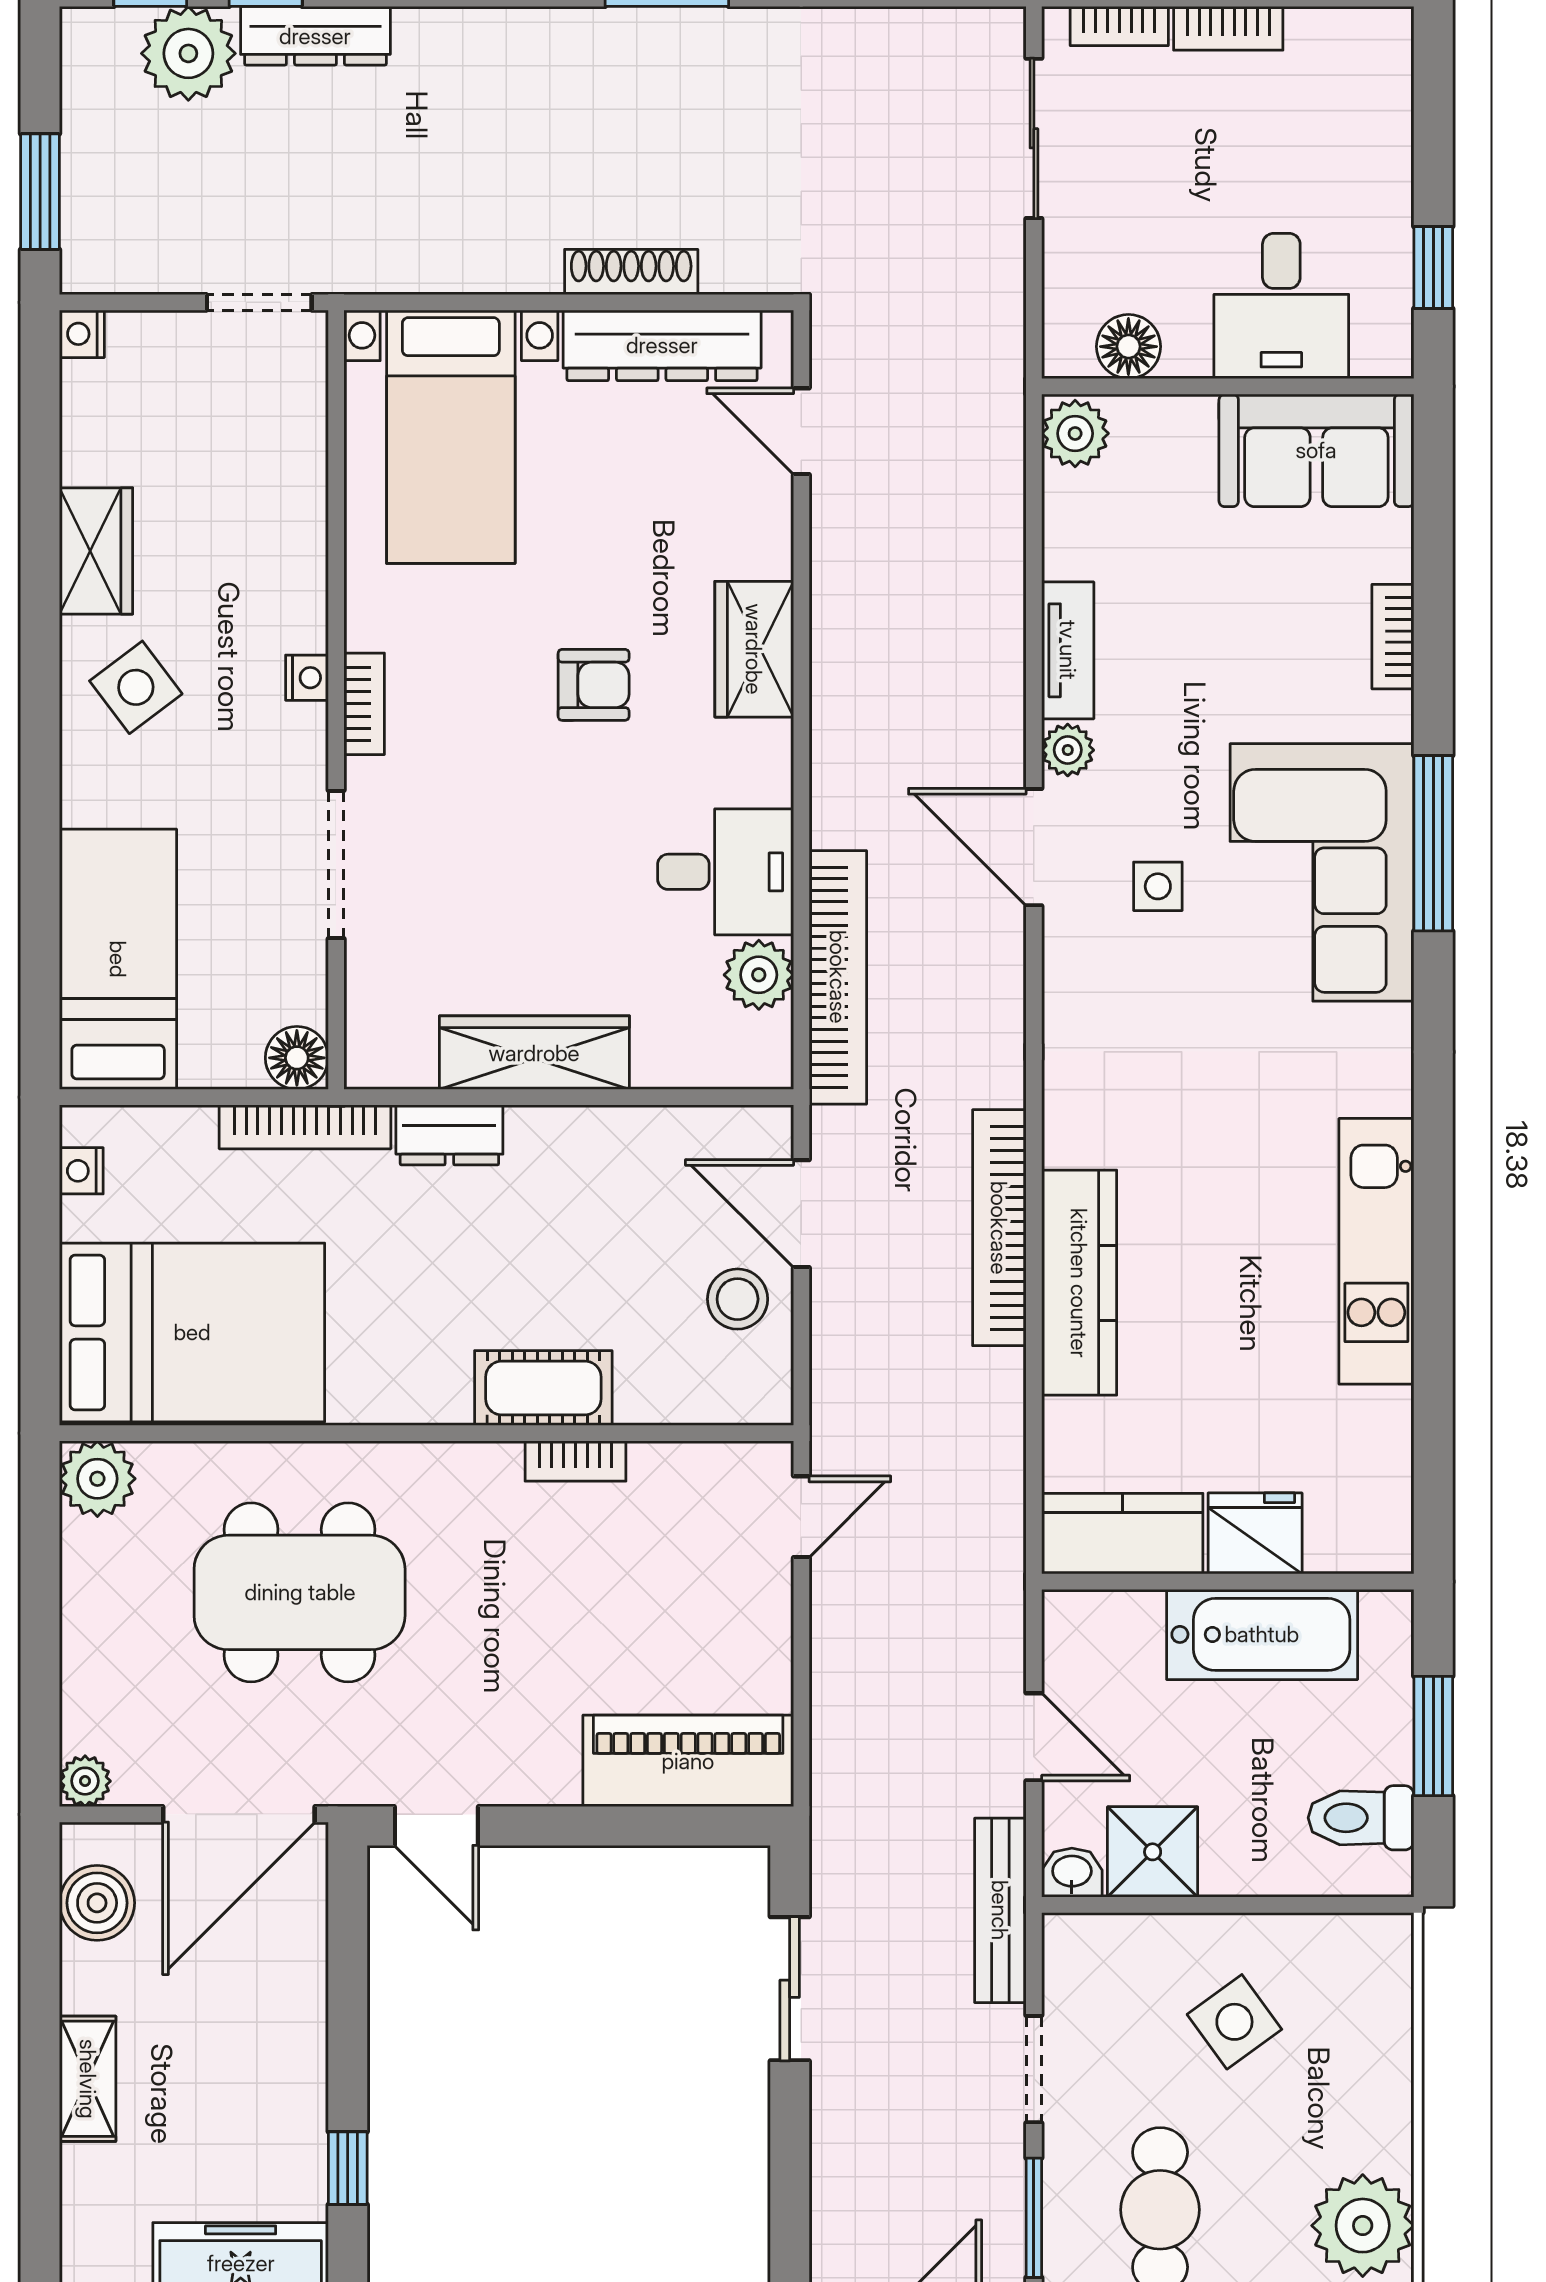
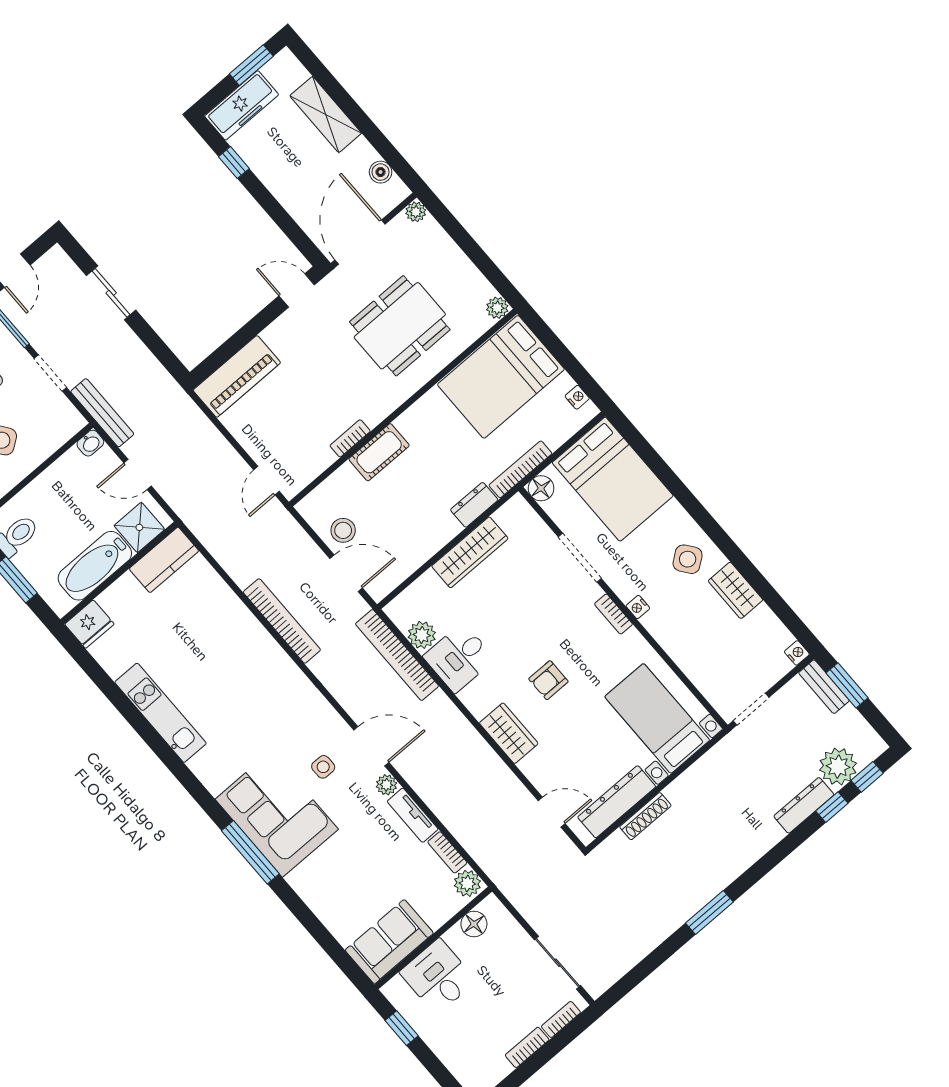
bench: (85, 226) -> (824, 687), added
bookcase: (1393, 637) -> (447, 852), moved, turned 180
bed: (118, 959) -> (613, 479), width x1.50
kitchen counter: (1079, 1283) -> (243, 625), removed
plant: (97, 1479) -> (497, 308), width x0.73, depth x0.73
fridge: (1255, 1533) -> (89, 624), moved
shower: (1153, 1852) -> (139, 527), moved
boiler: (97, 1903) -> (381, 172), width x0.73, depth x0.73
sliding door: (790, 1989) -> (111, 293), moved
shelving: (88, 2079) -> (326, 114), width x1.50, depth x1.33

